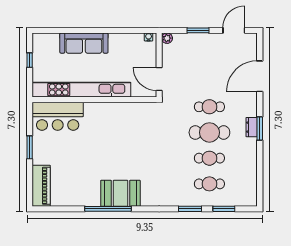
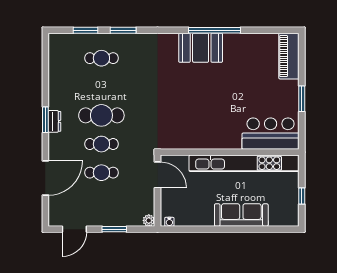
cafe table: (209, 158) -> (101, 173), moved

